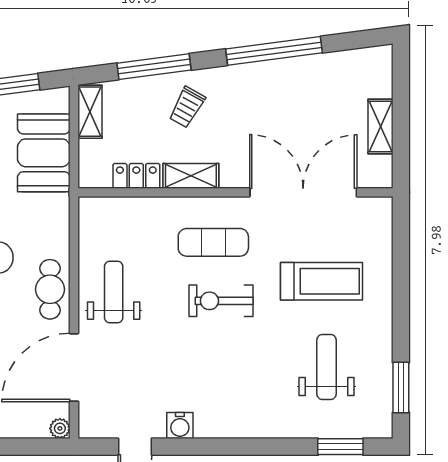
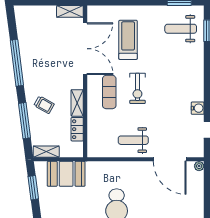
shelving: (381, 126) -> (70, 11), moved
double door: (303, 192) -> (85, 49), swing flipped
cafe table: (50, 289) -> (132, 171), removed
weight bench: (327, 367) -> (181, 29), moved

